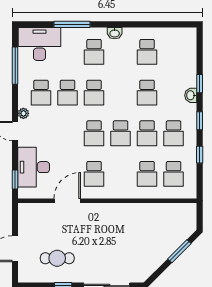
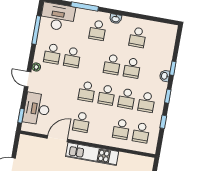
school desk: (94, 93) -> (112, 64), moved
kitchen unit: (115, 212) -> (92, 154), added

